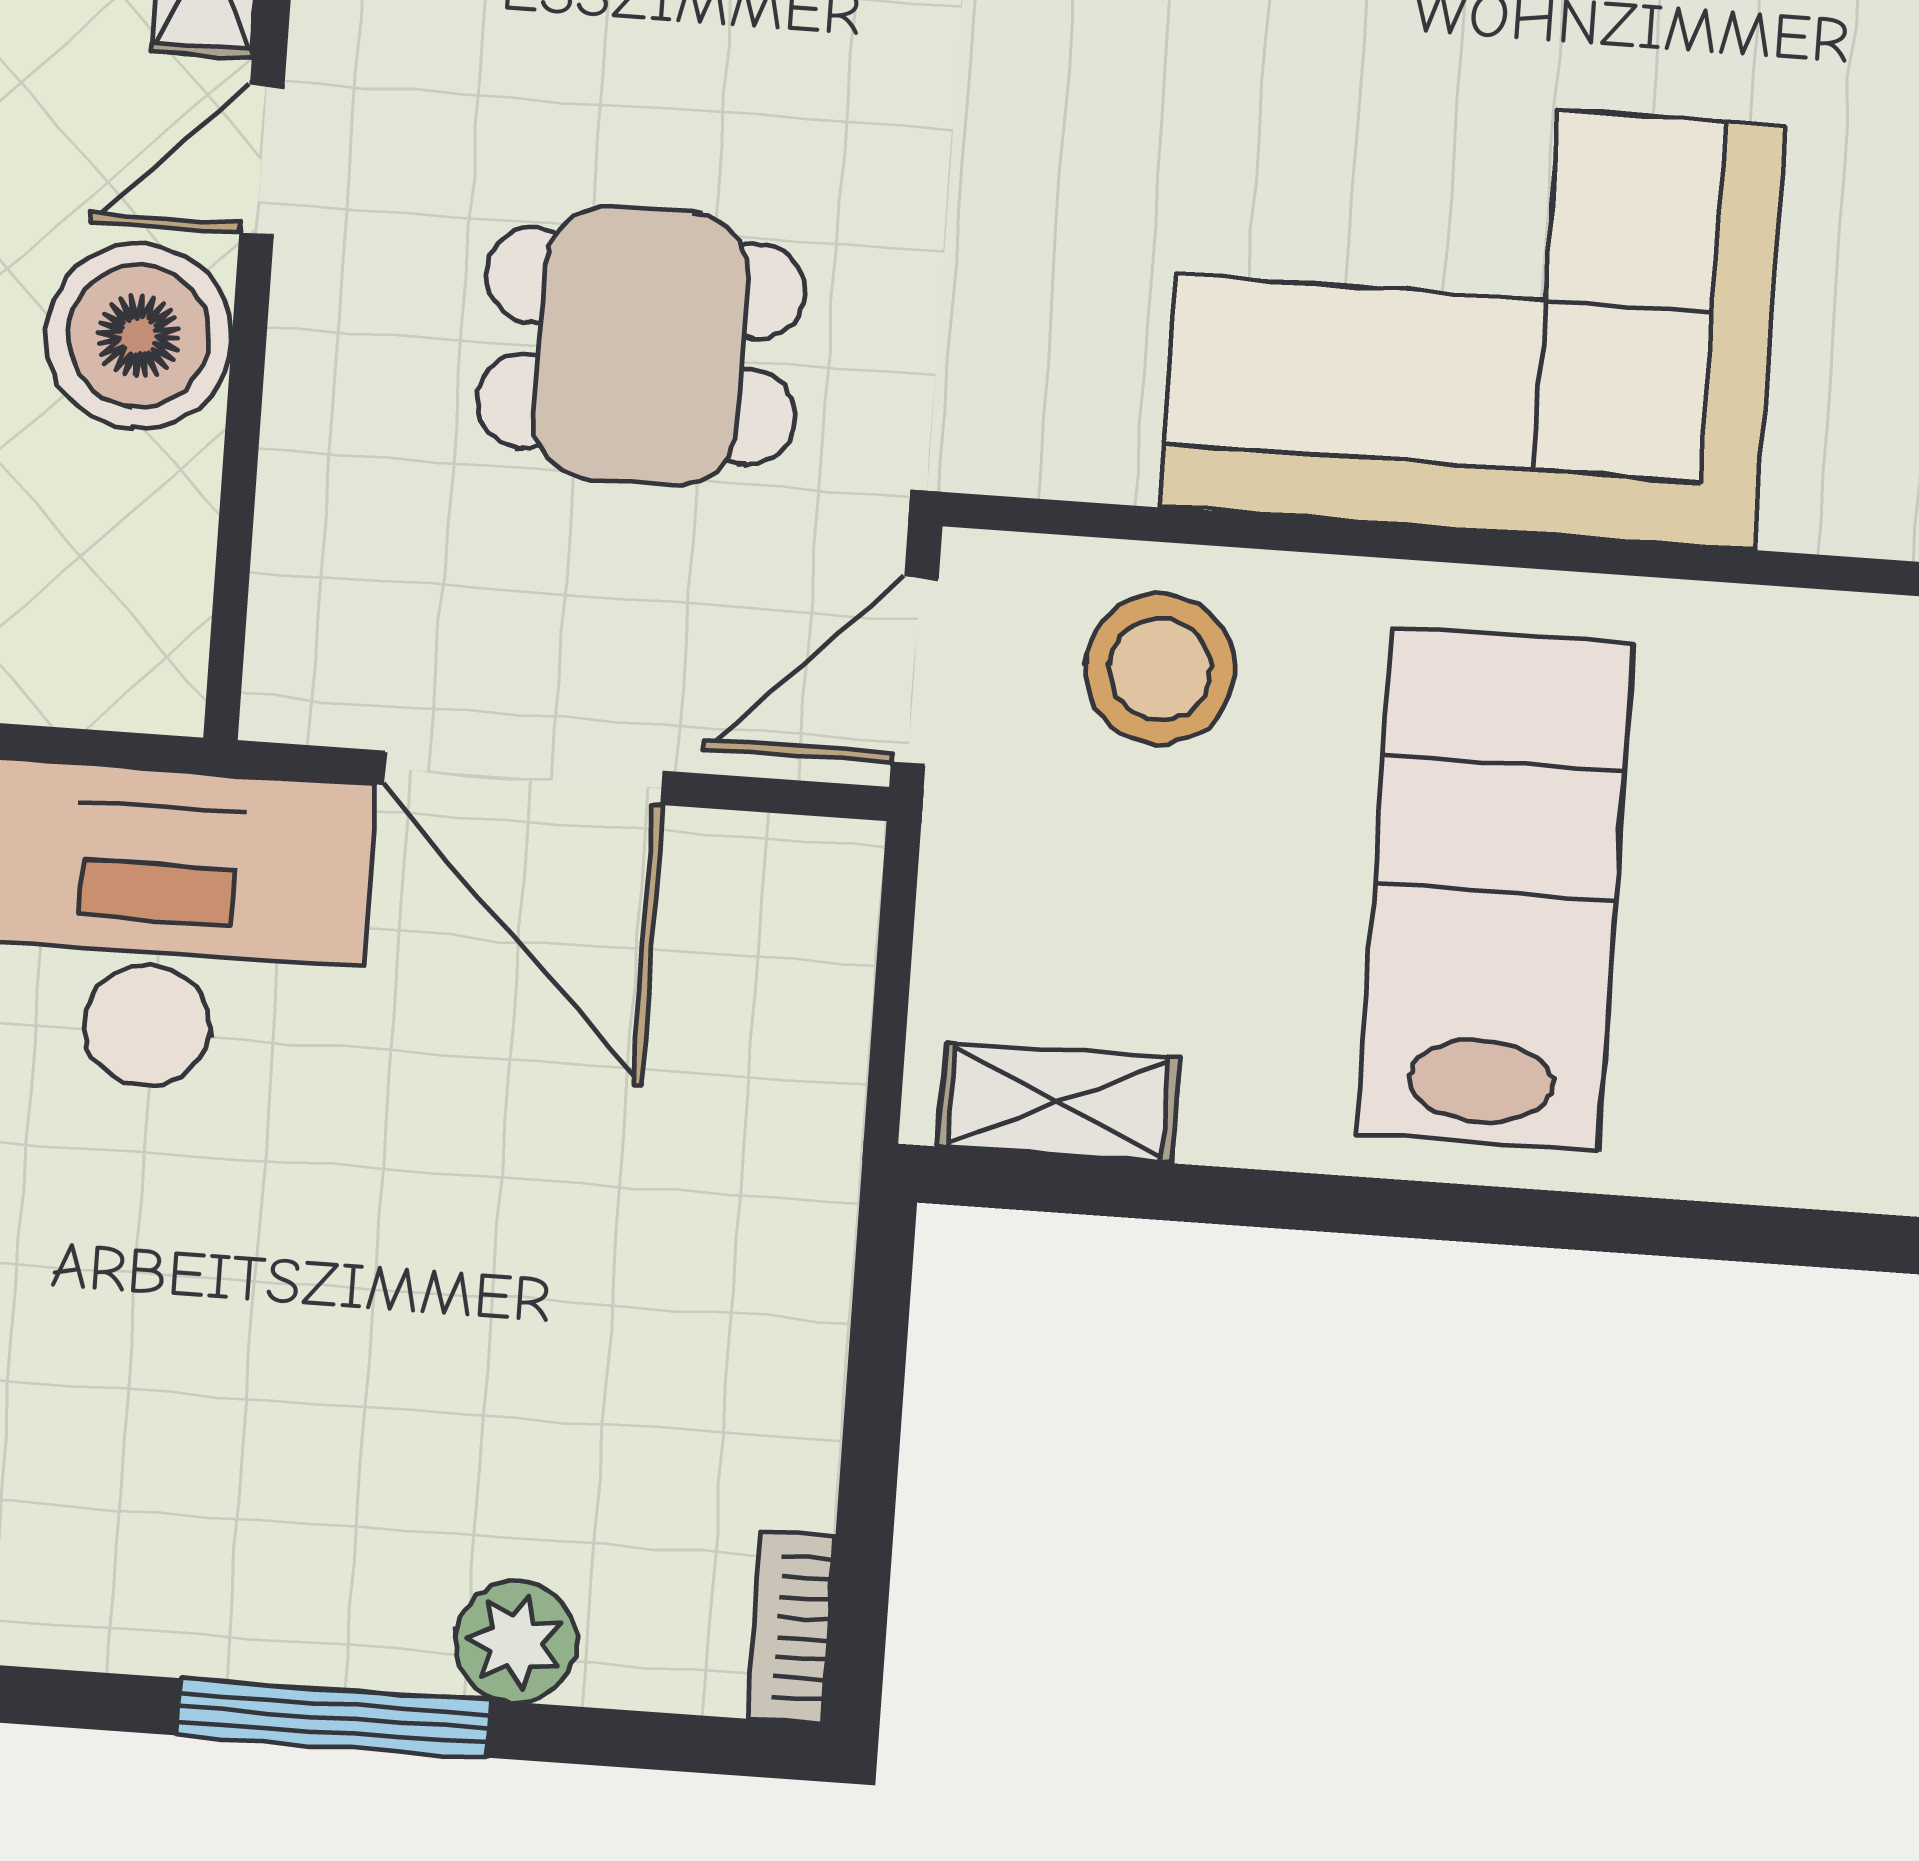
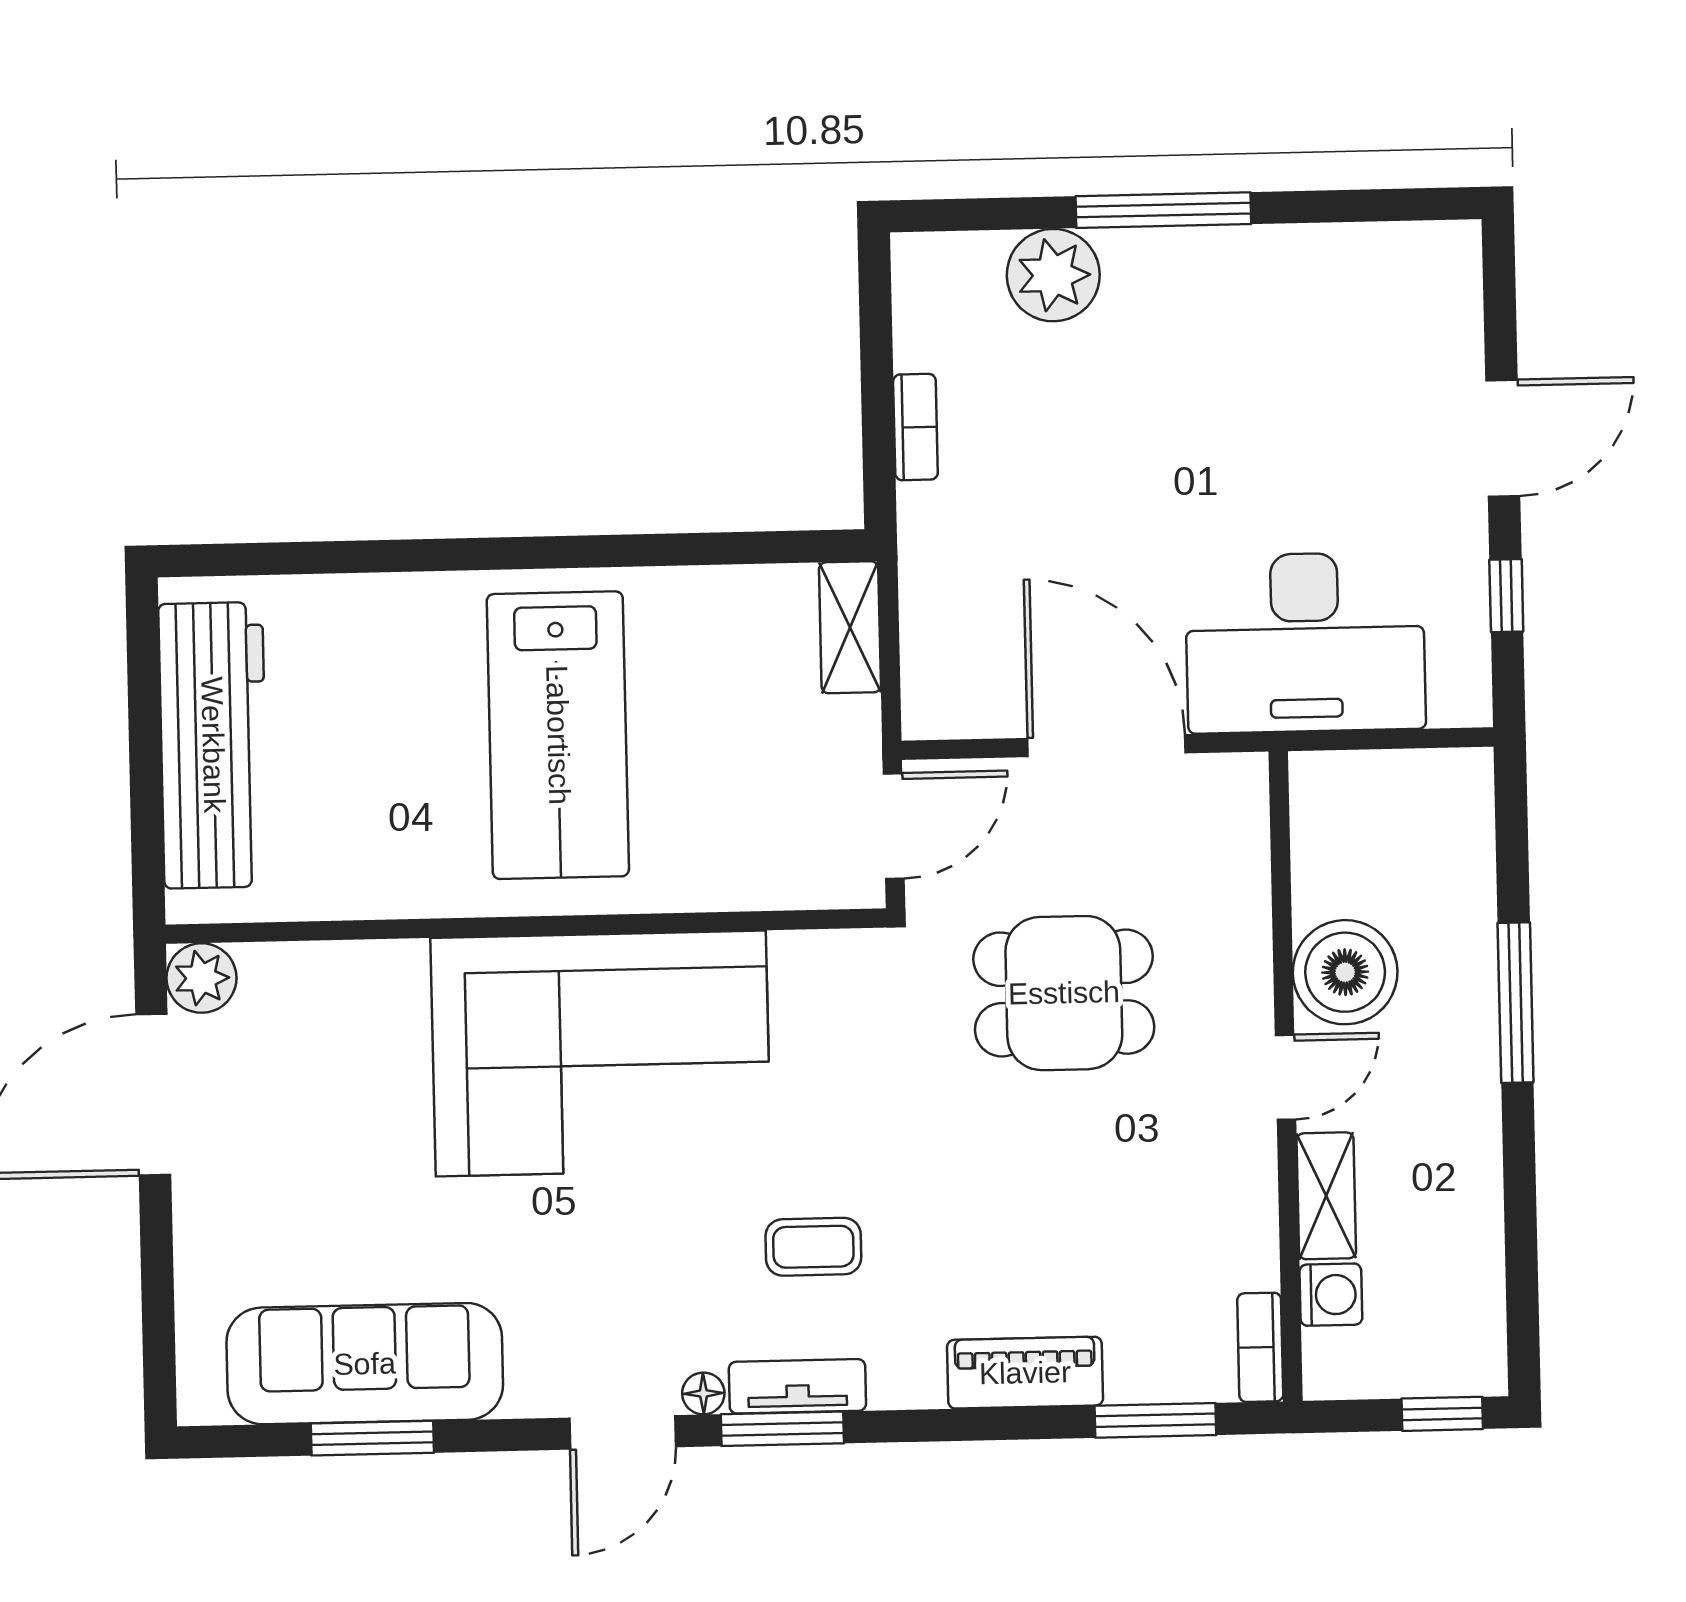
stool: (1160, 669) -> (757, 840), removed
shelving: (1059, 1102) -> (850, 627), moved, turned 90
bookcase: (791, 1627) -> (915, 427), moved
plant: (516, 1642) -> (1053, 275), width x1.36, depth x1.36

